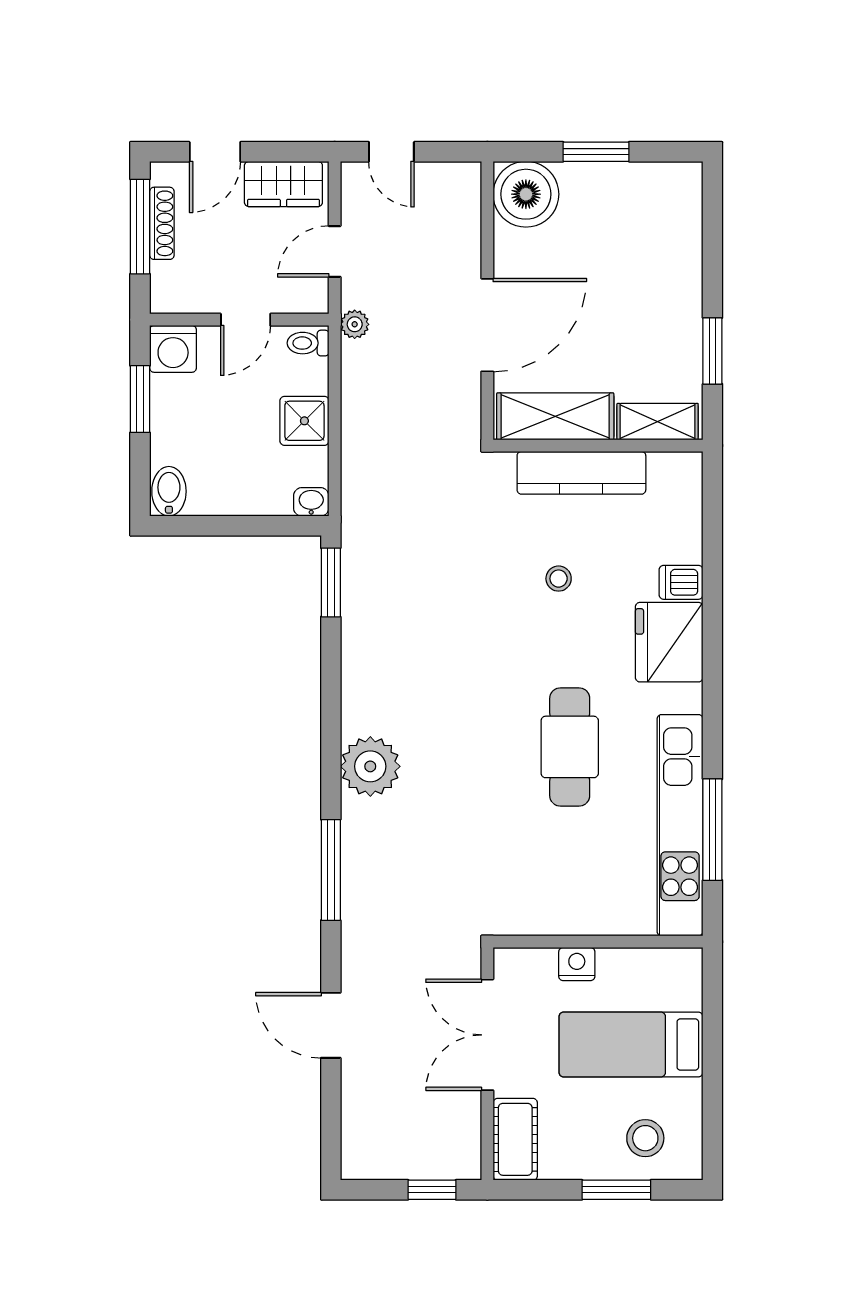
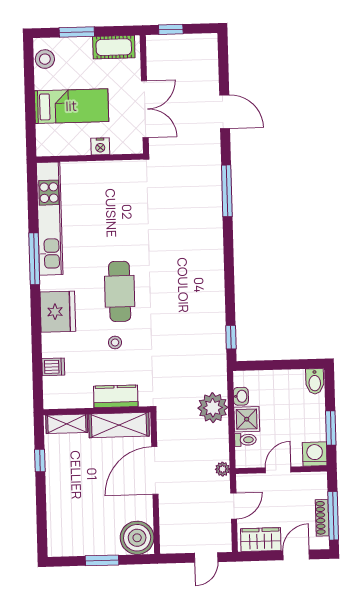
door: (391, 152) -> (206, 557), swing flipped
toilet: (308, 343) -> (245, 440), moved
window: (712, 351) -> (40, 461), width x0.67
kitchen counter: (581, 473) -> (116, 396), width x0.67
washbasin: (311, 502) -> (241, 396), moved, turned -90
window: (331, 582) -> (231, 337), width x0.67
dishwasher: (681, 582) -> (53, 367), moved
cafe table: (570, 747) -> (120, 291), moved
plant: (370, 766) -> (213, 408), moved
window: (712, 830) -> (34, 259), moved
stool: (645, 1138) -> (45, 59), moved
cot: (515, 1139) -> (114, 47), moved, turned 90

